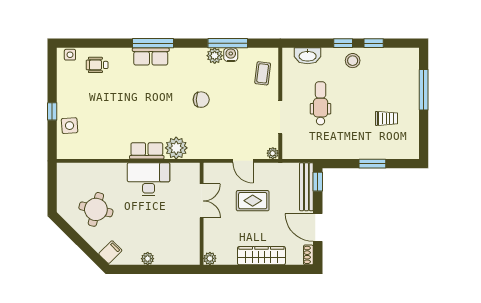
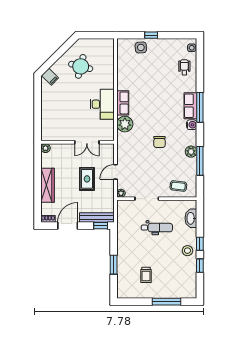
water cooler: (231, 55) -> (192, 125), moved
plant: (148, 259) -> (45, 103), removed

